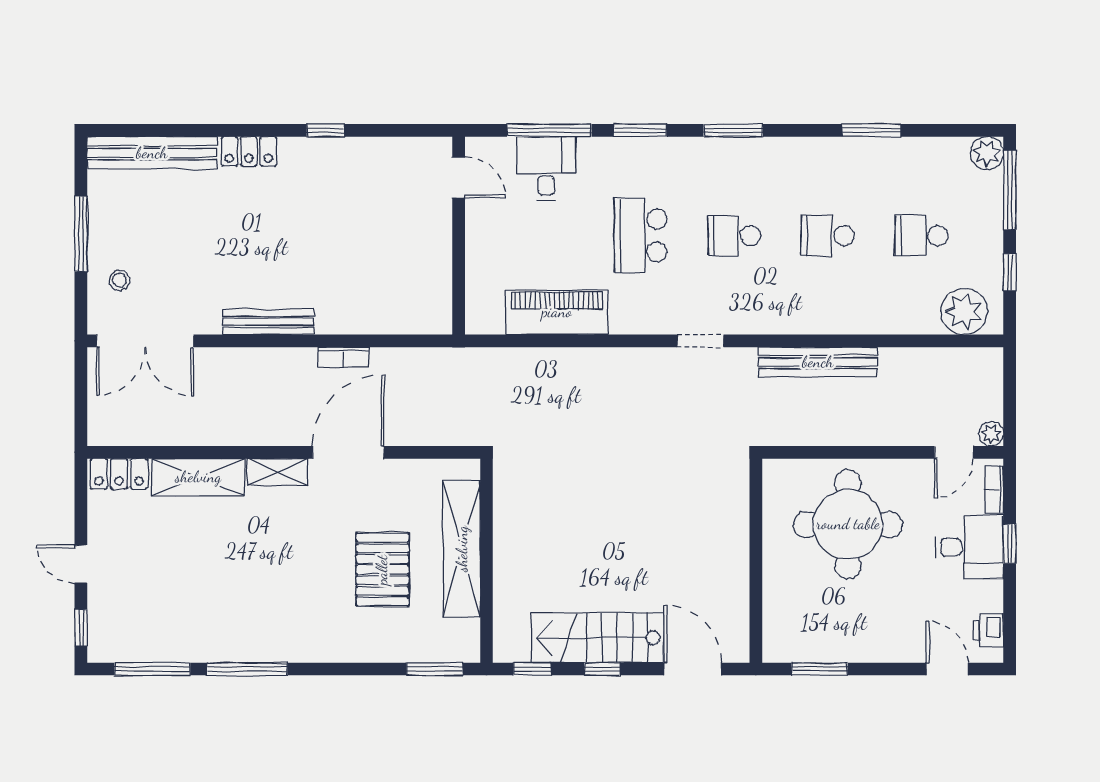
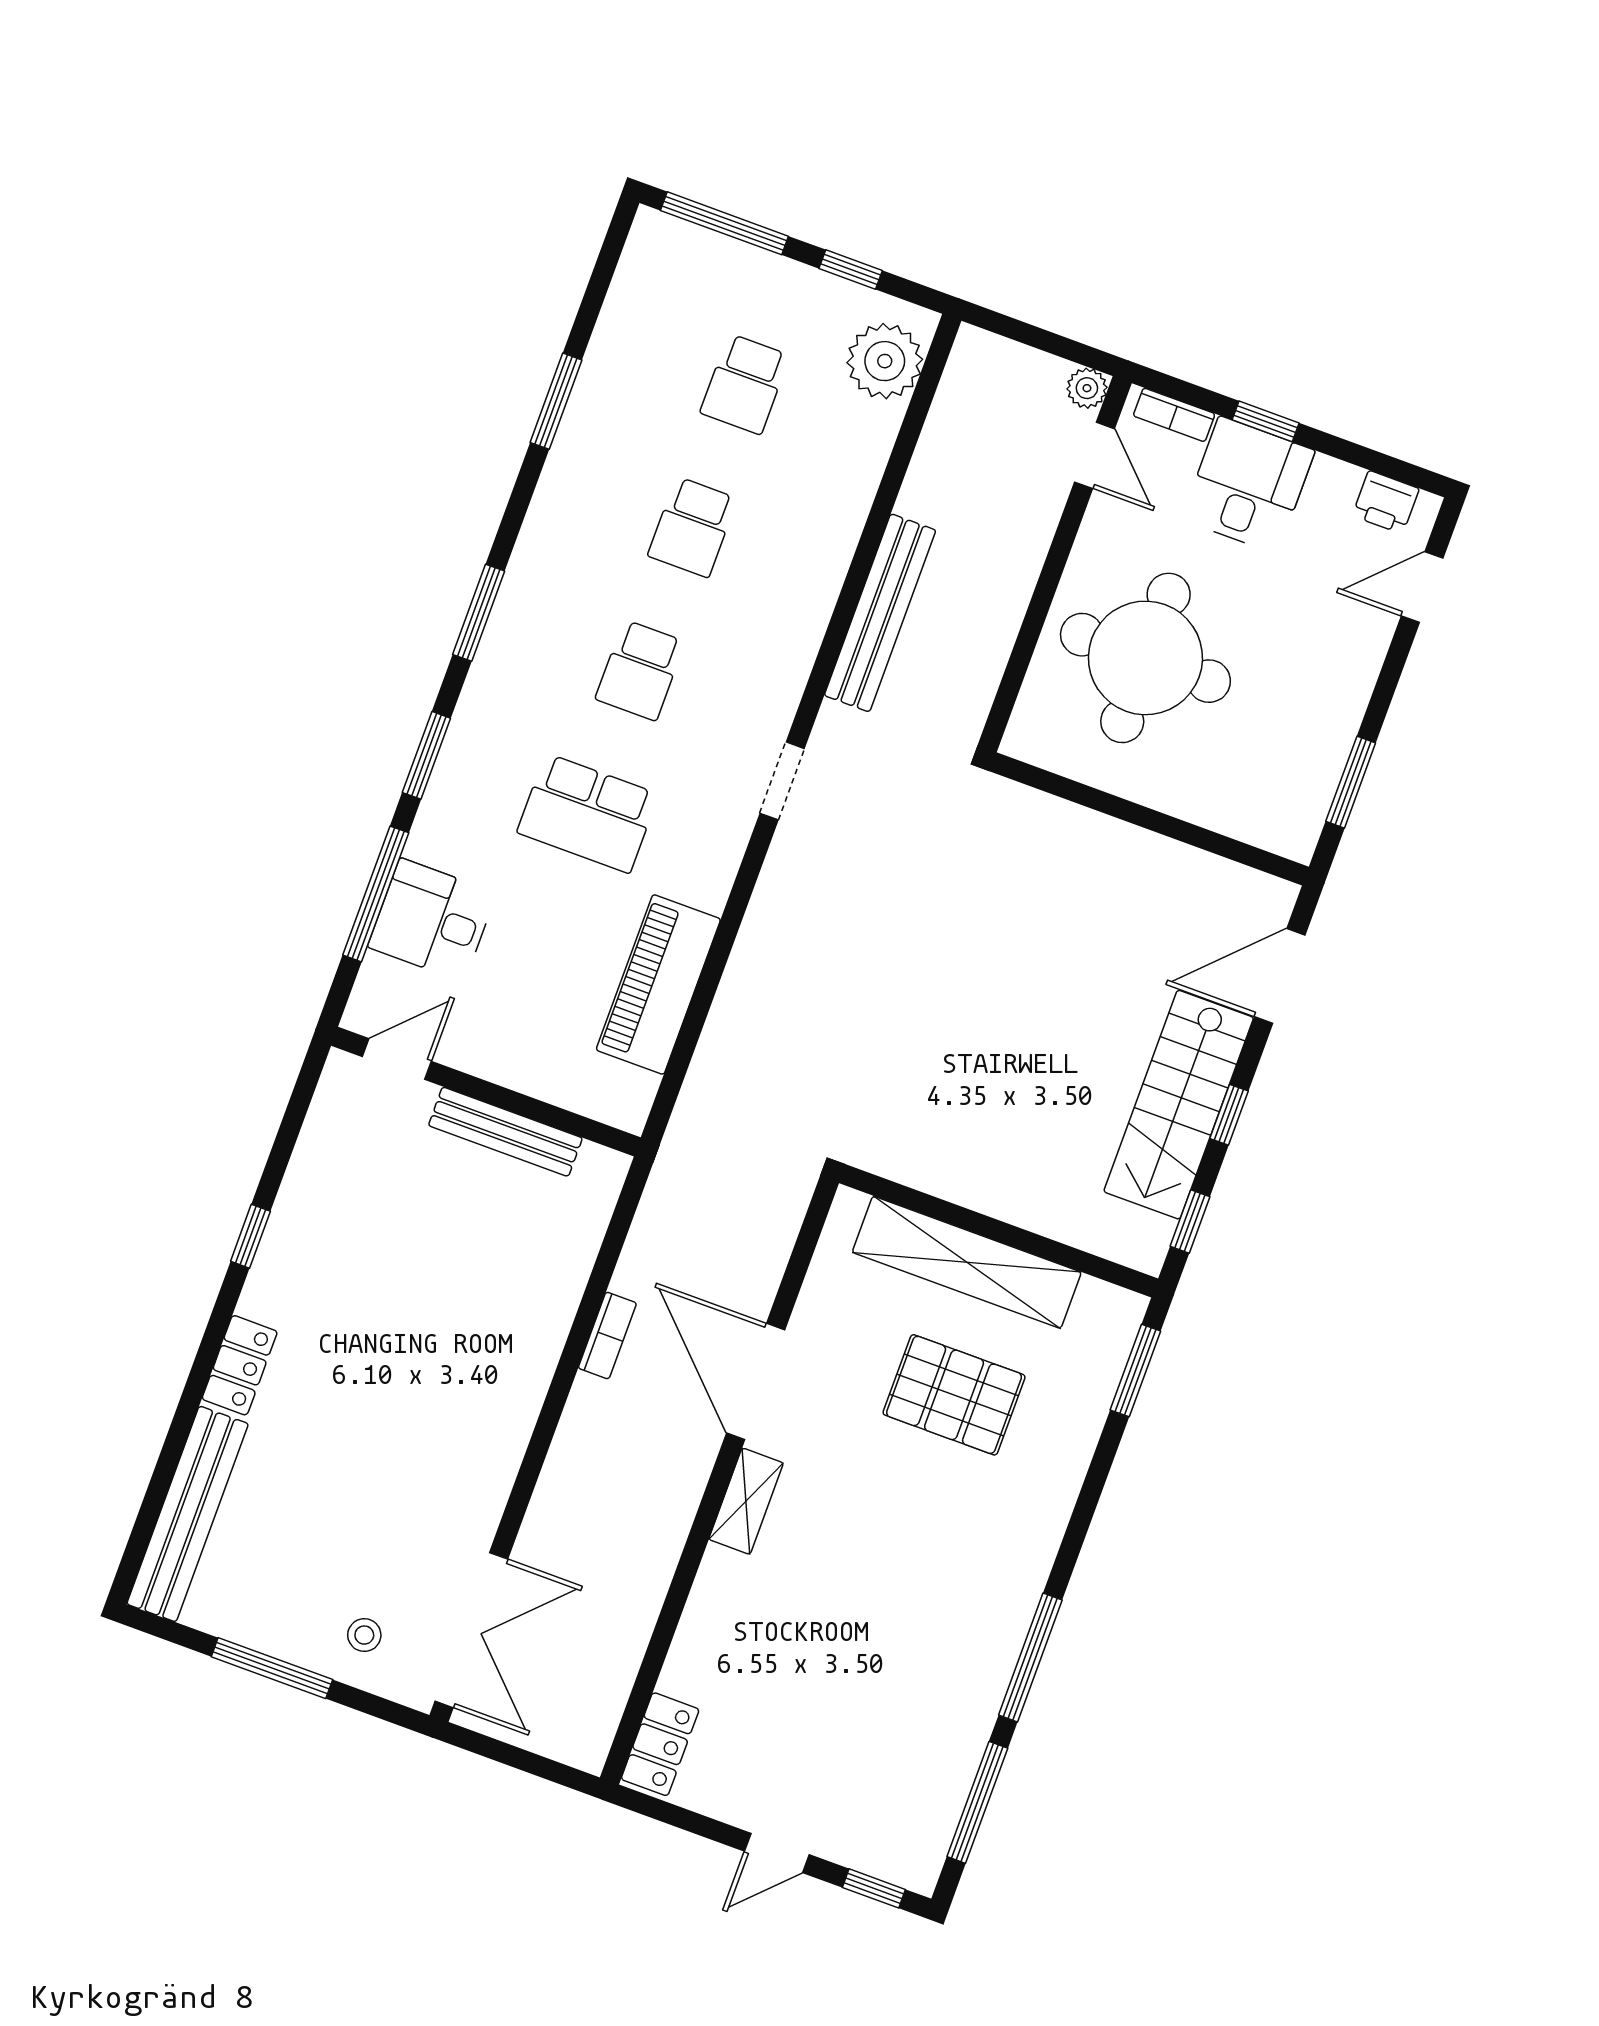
plant: (987, 153) -> (655, 238), removed
bench: (268, 322) -> (505, 1132), moved, turned 90
shelving: (198, 477) -> (710, 1625), removed

